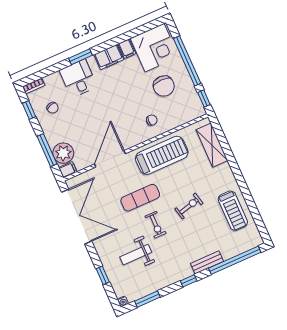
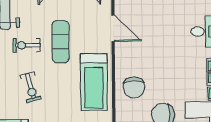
chair: (152, 120) -> (134, 87), width x1.87, depth x1.87
door: (110, 159) -> (113, 28), width x0.73

